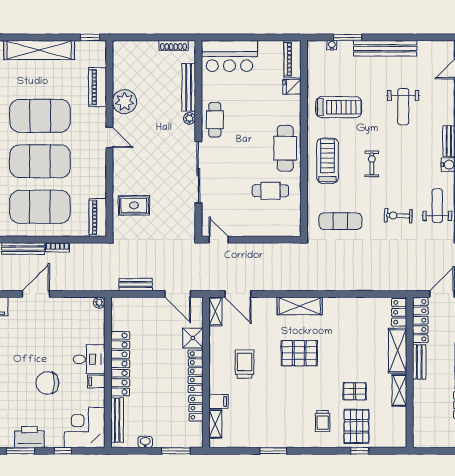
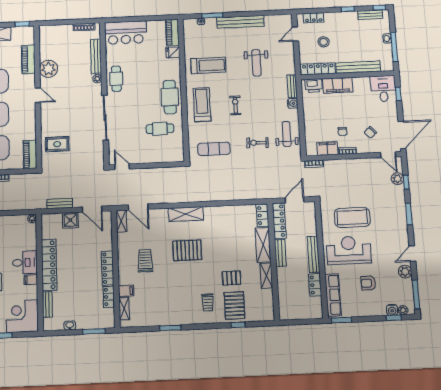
shower: (193, 338) -> (70, 220), moved
bench: (117, 420) -> (47, 304), width x0.73

